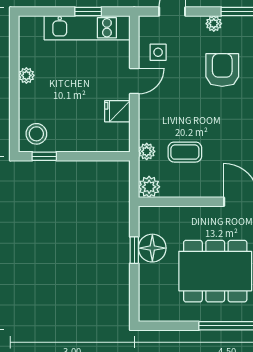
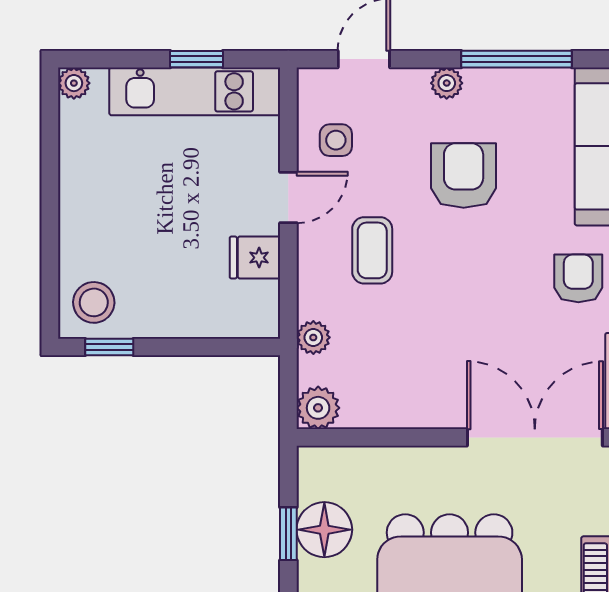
plant: (26, 75) -> (74, 83), moved
coffee table: (185, 152) -> (372, 250), moved, turned 90

